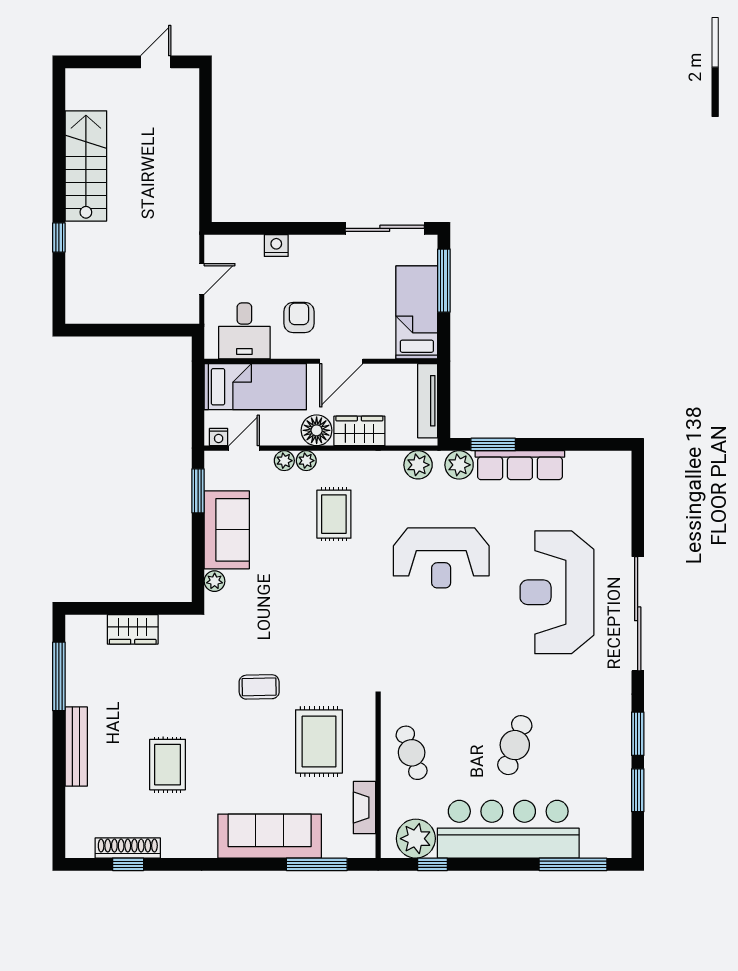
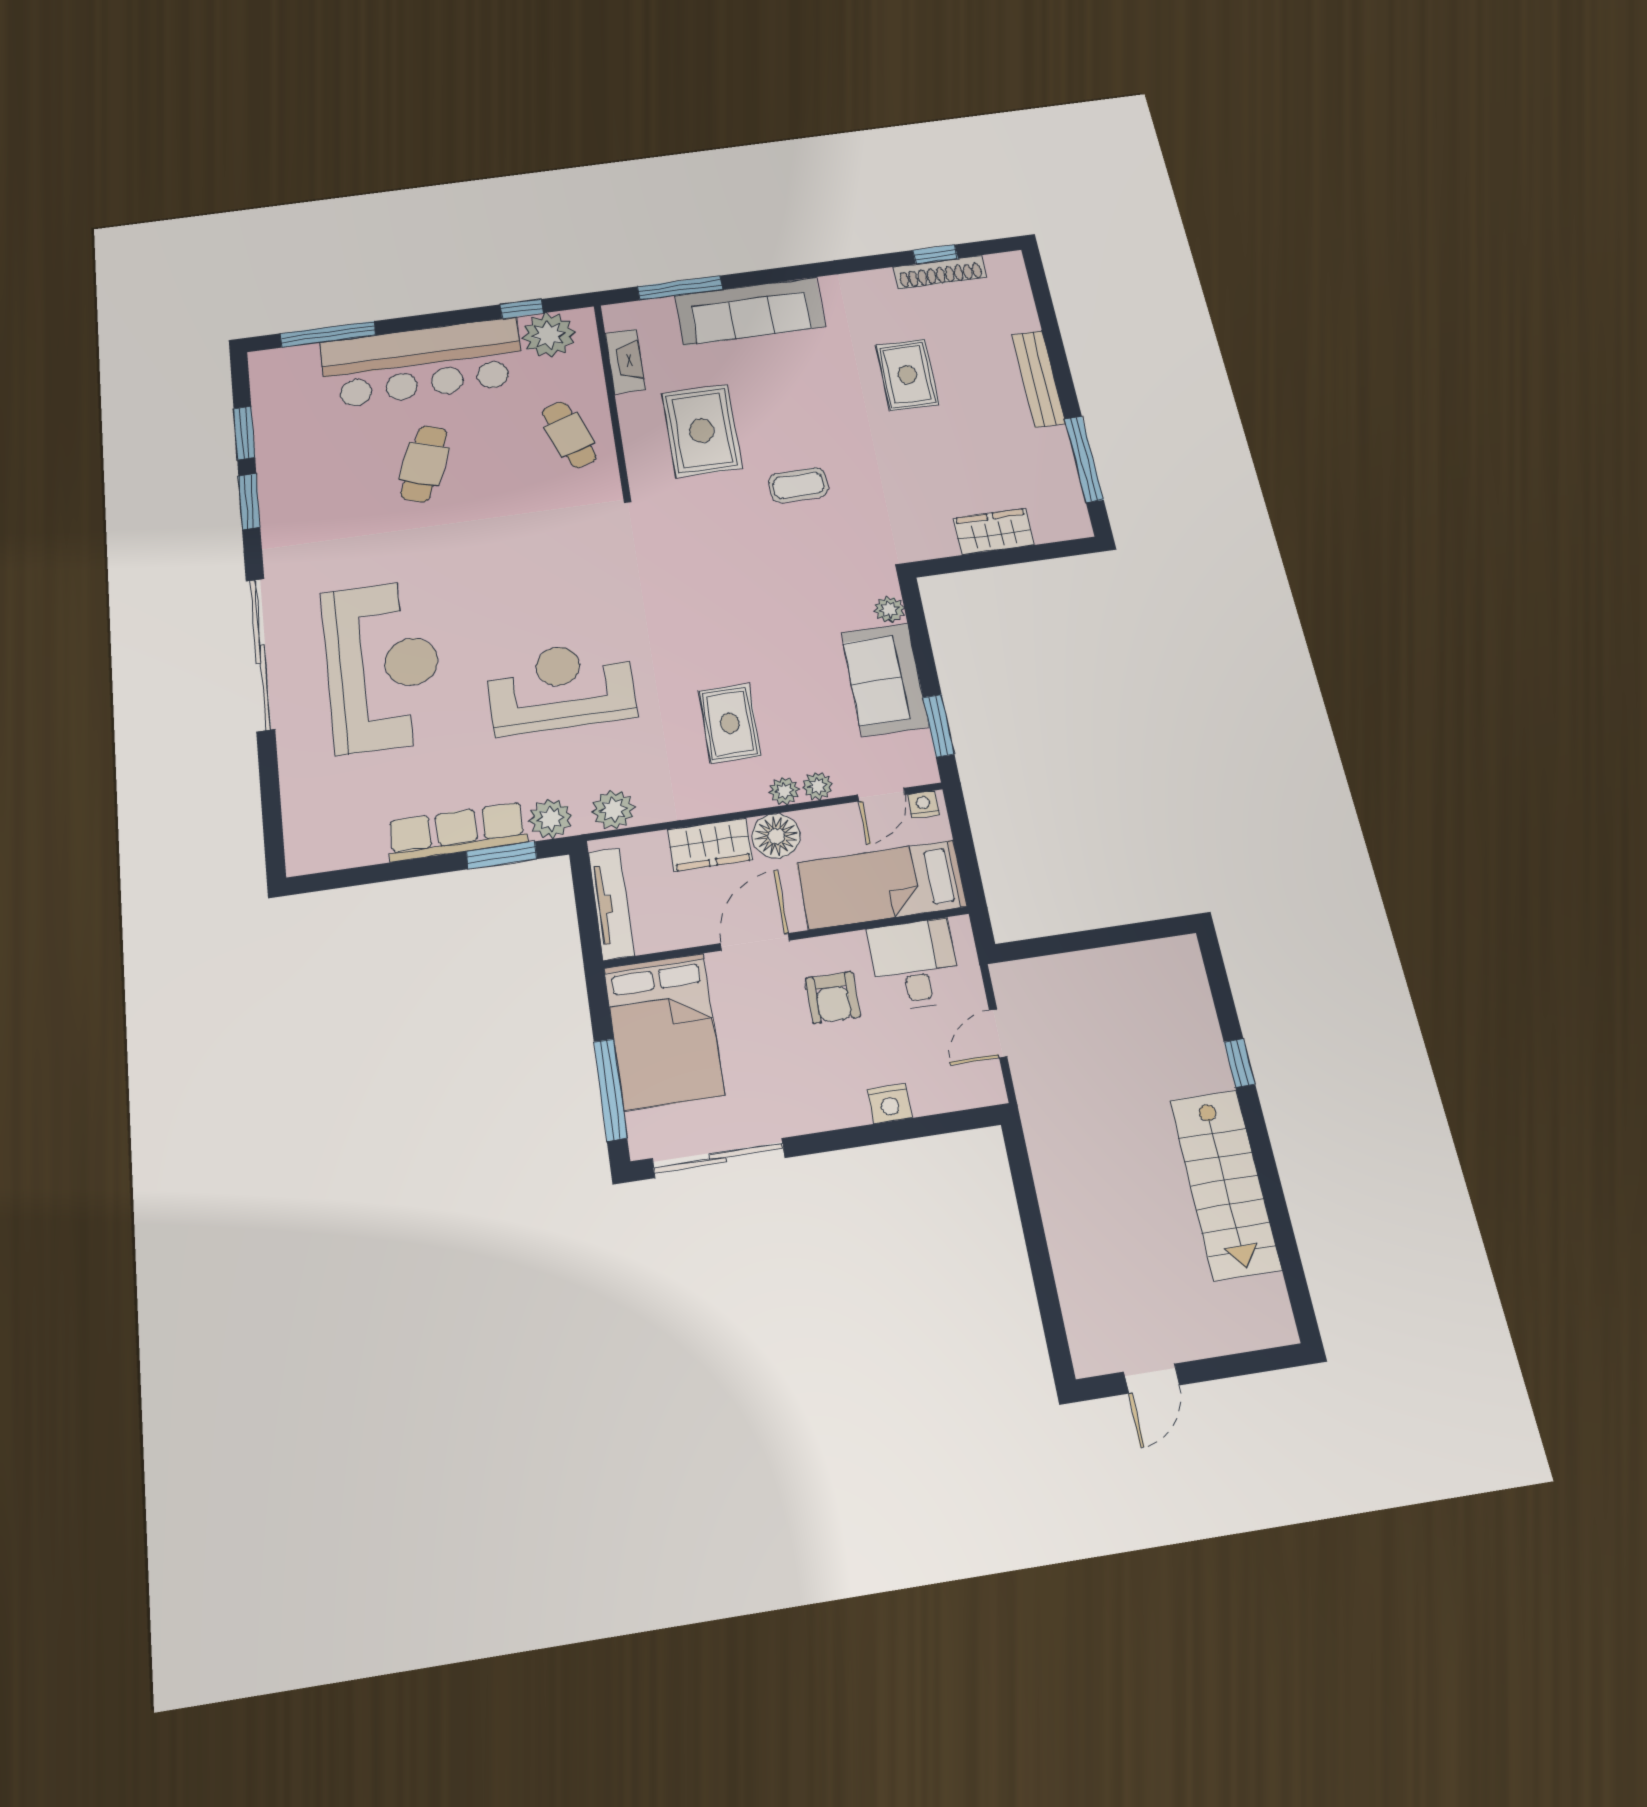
bed: (417, 312) -> (664, 1031), width x1.50

